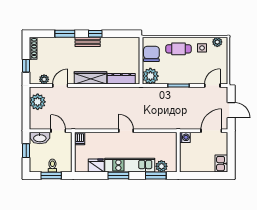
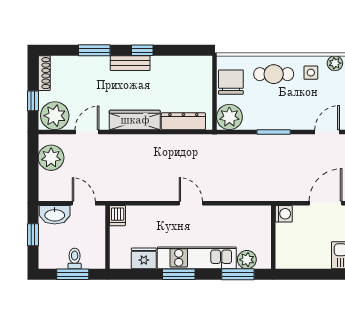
plant: (44, 79) -> (55, 116), width x1.87, depth x1.87

